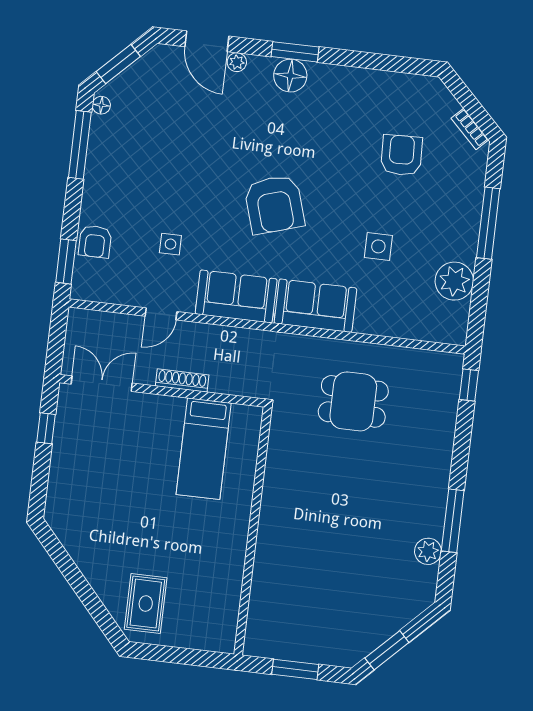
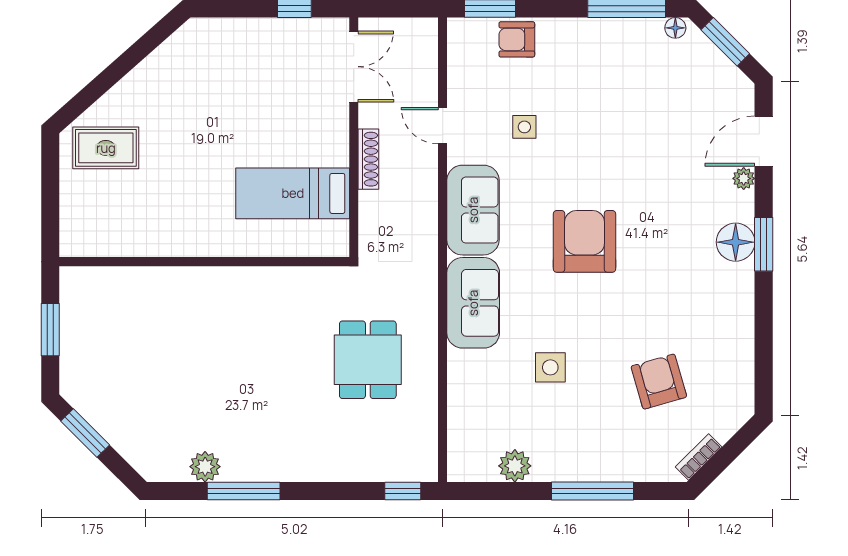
armchair: (402, 155) -> (659, 382), turned -104
armchair: (274, 204) -> (584, 241), turned 107
plant: (454, 281) -> (515, 466), width x0.73, depth x0.73

